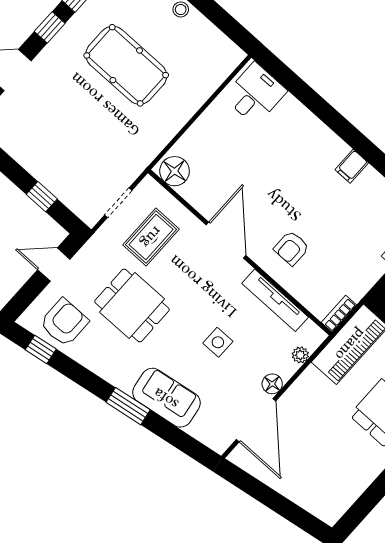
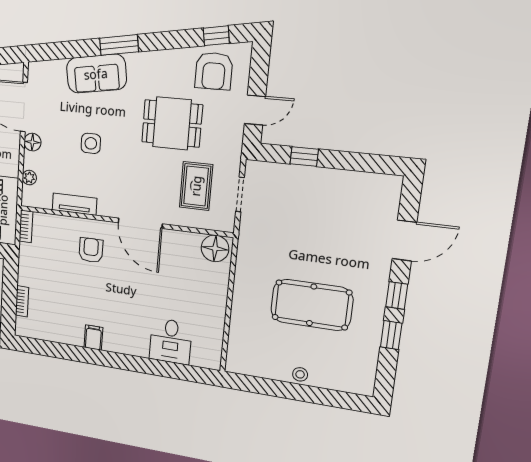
desk: (255, 94) -> (171, 341), moved
tv unit: (275, 300) -> (74, 204), width x0.71

